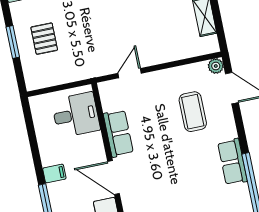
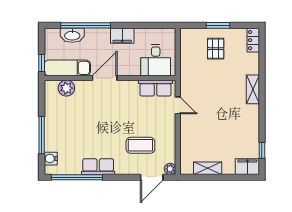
pallet: (44, 39) -> (216, 49), turned 90
row of seats: (118, 133) -> (155, 88), moved
filing cabinet: (54, 174) -> (122, 36), width x2.00

